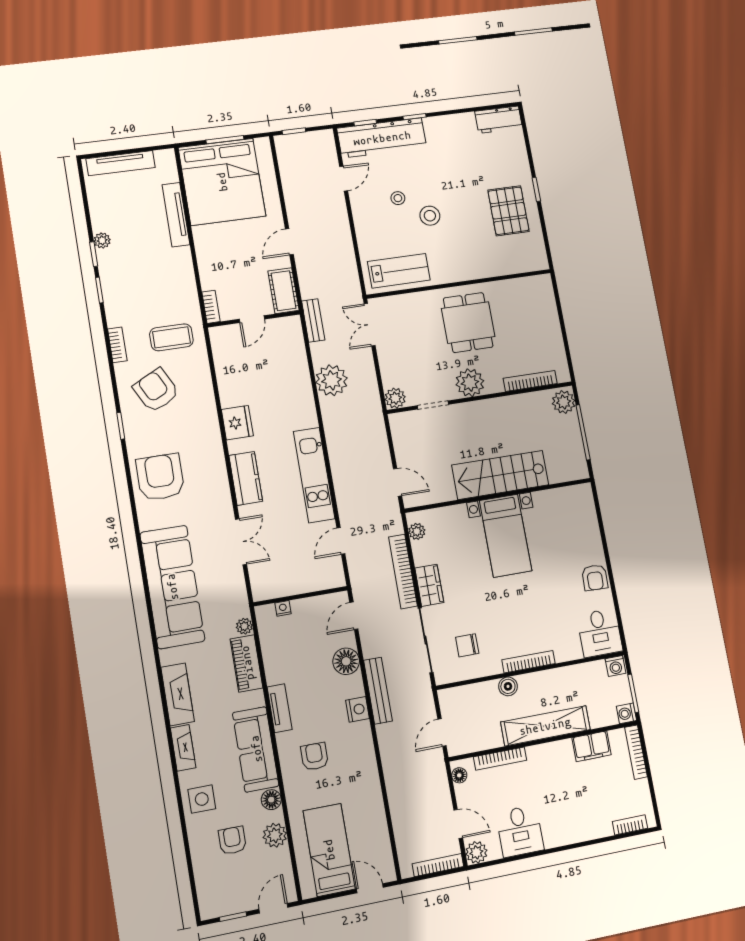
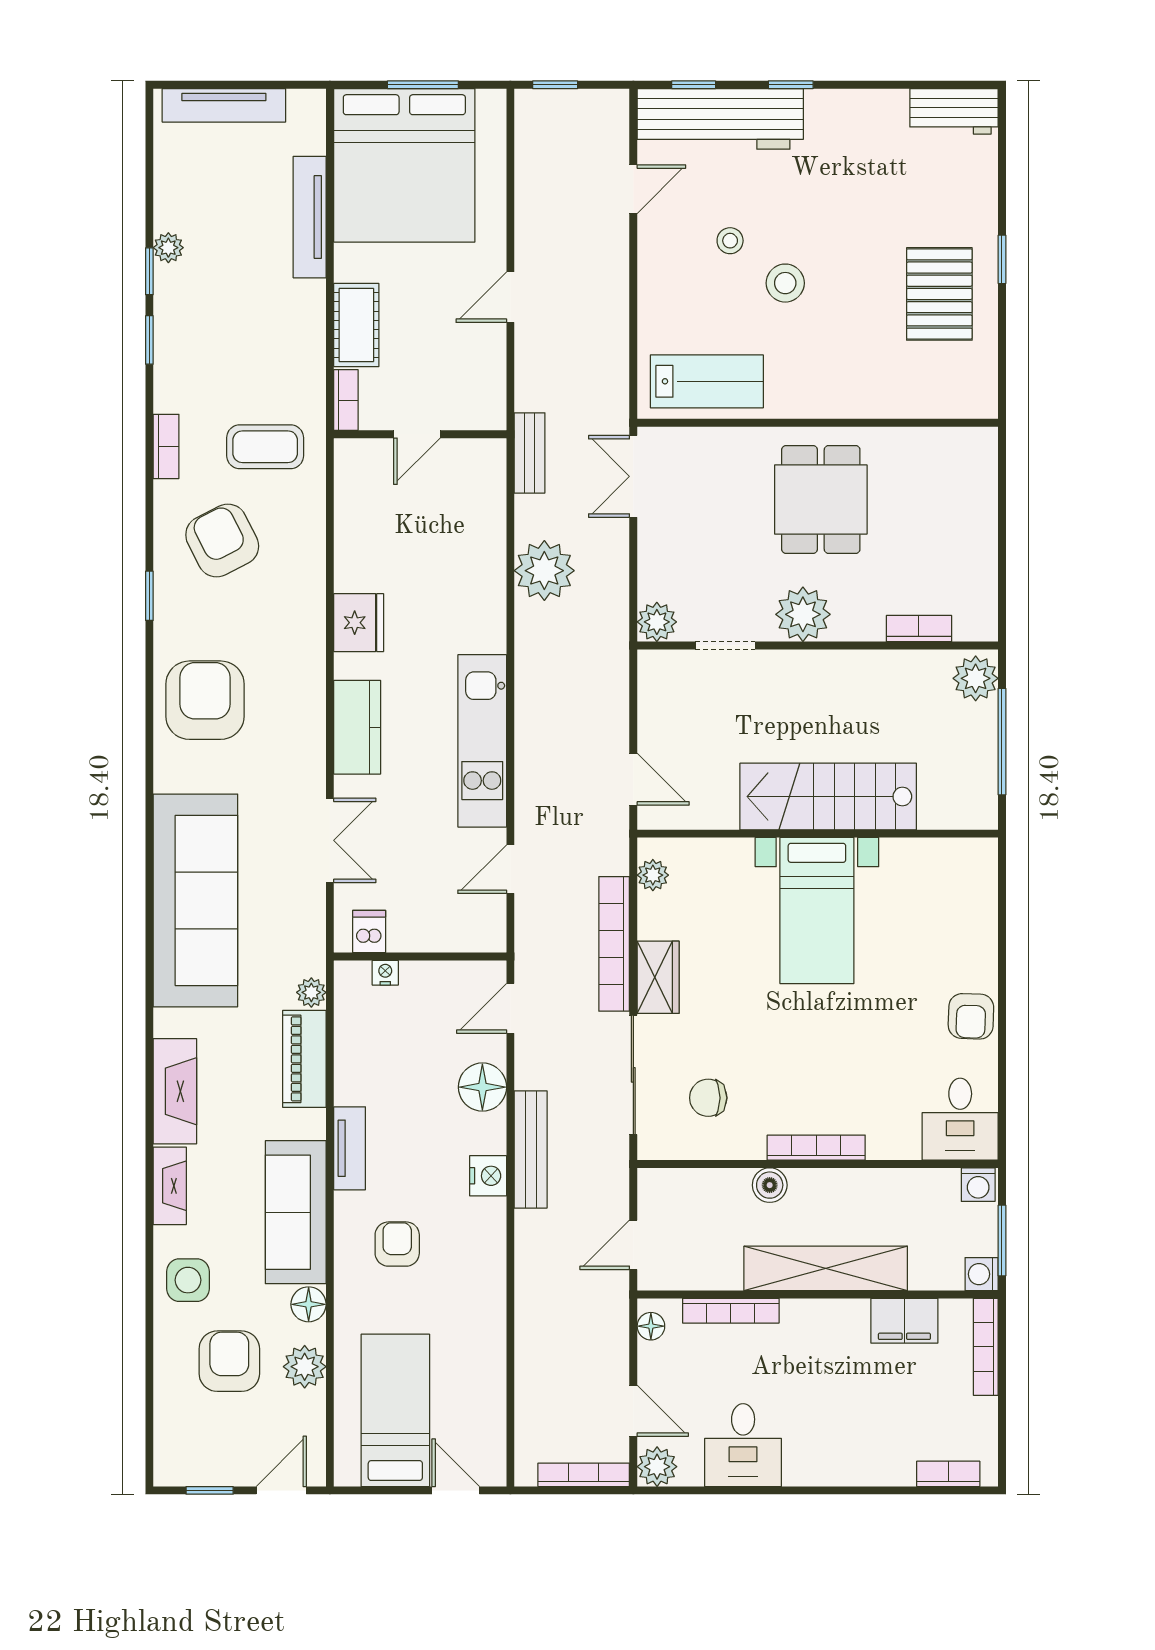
cot: (283, 291) -> (356, 325), moved
bookcase: (530, 381) -> (919, 629), width x0.64
dishwasher: (270, 587) -> (369, 932), added
armchair: (232, 840) -> (229, 1361), width x1.38, depth x1.38

